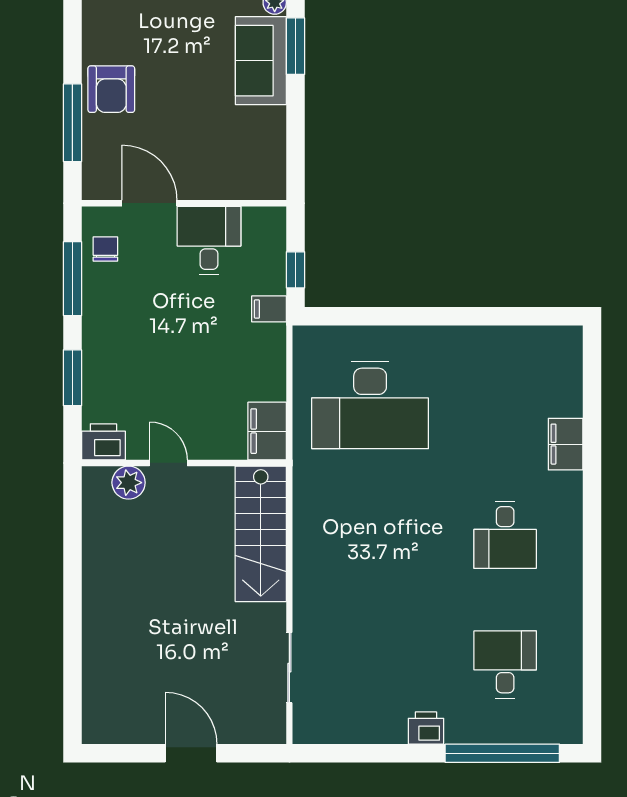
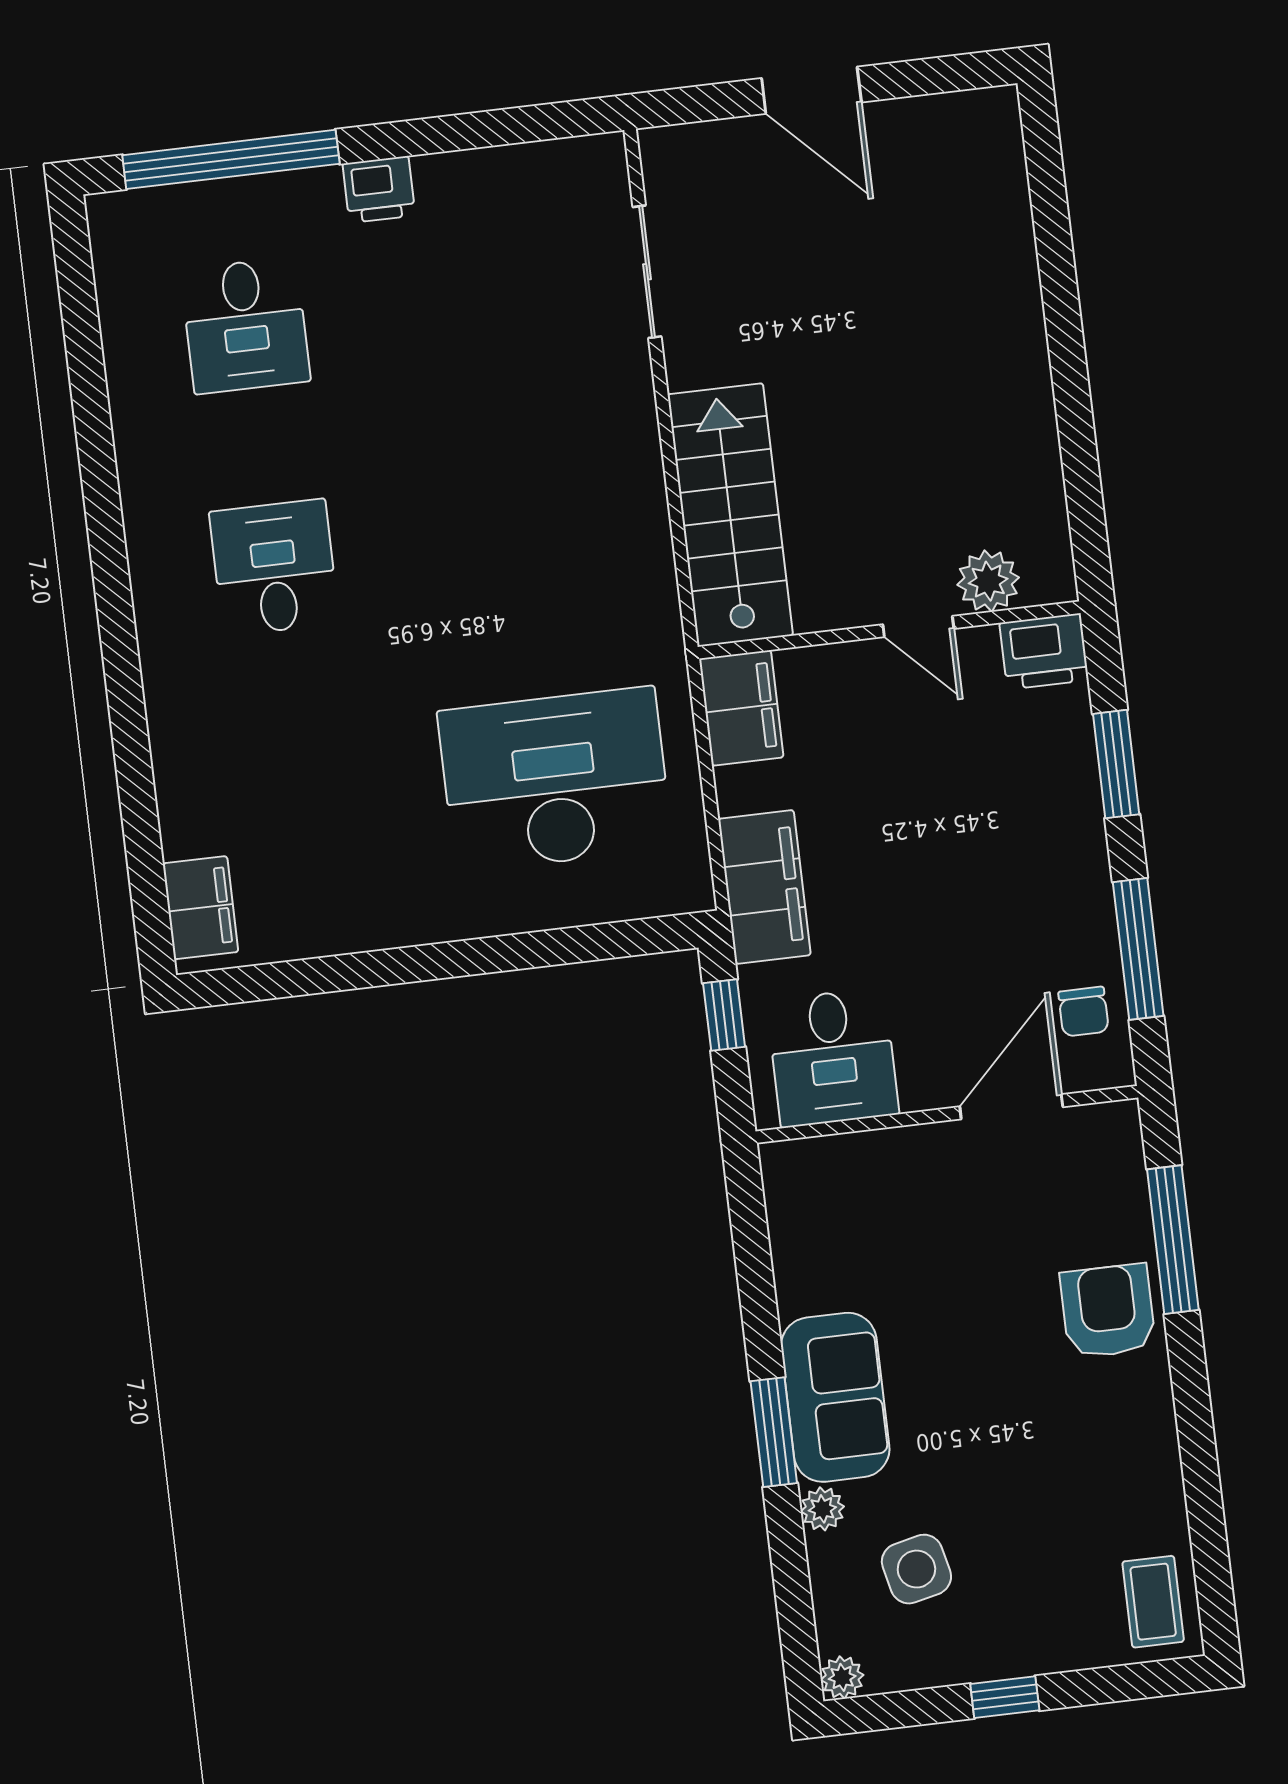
door: (149, 203) -> (1011, 1107), swing flipped
desk: (209, 241) -> (833, 1057), moved
filing cabinet: (269, 309) -> (764, 887), width x3.00, depth x1.17
filing cabinet: (566, 444) -> (201, 908), moved

